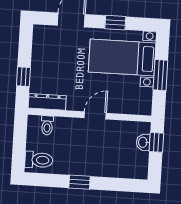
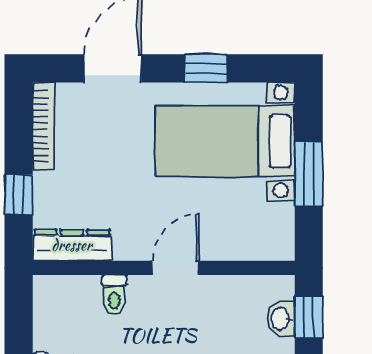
bookcase: (37, 45) -> (44, 126), added
toilet: (47, 125) -> (114, 295), moved

